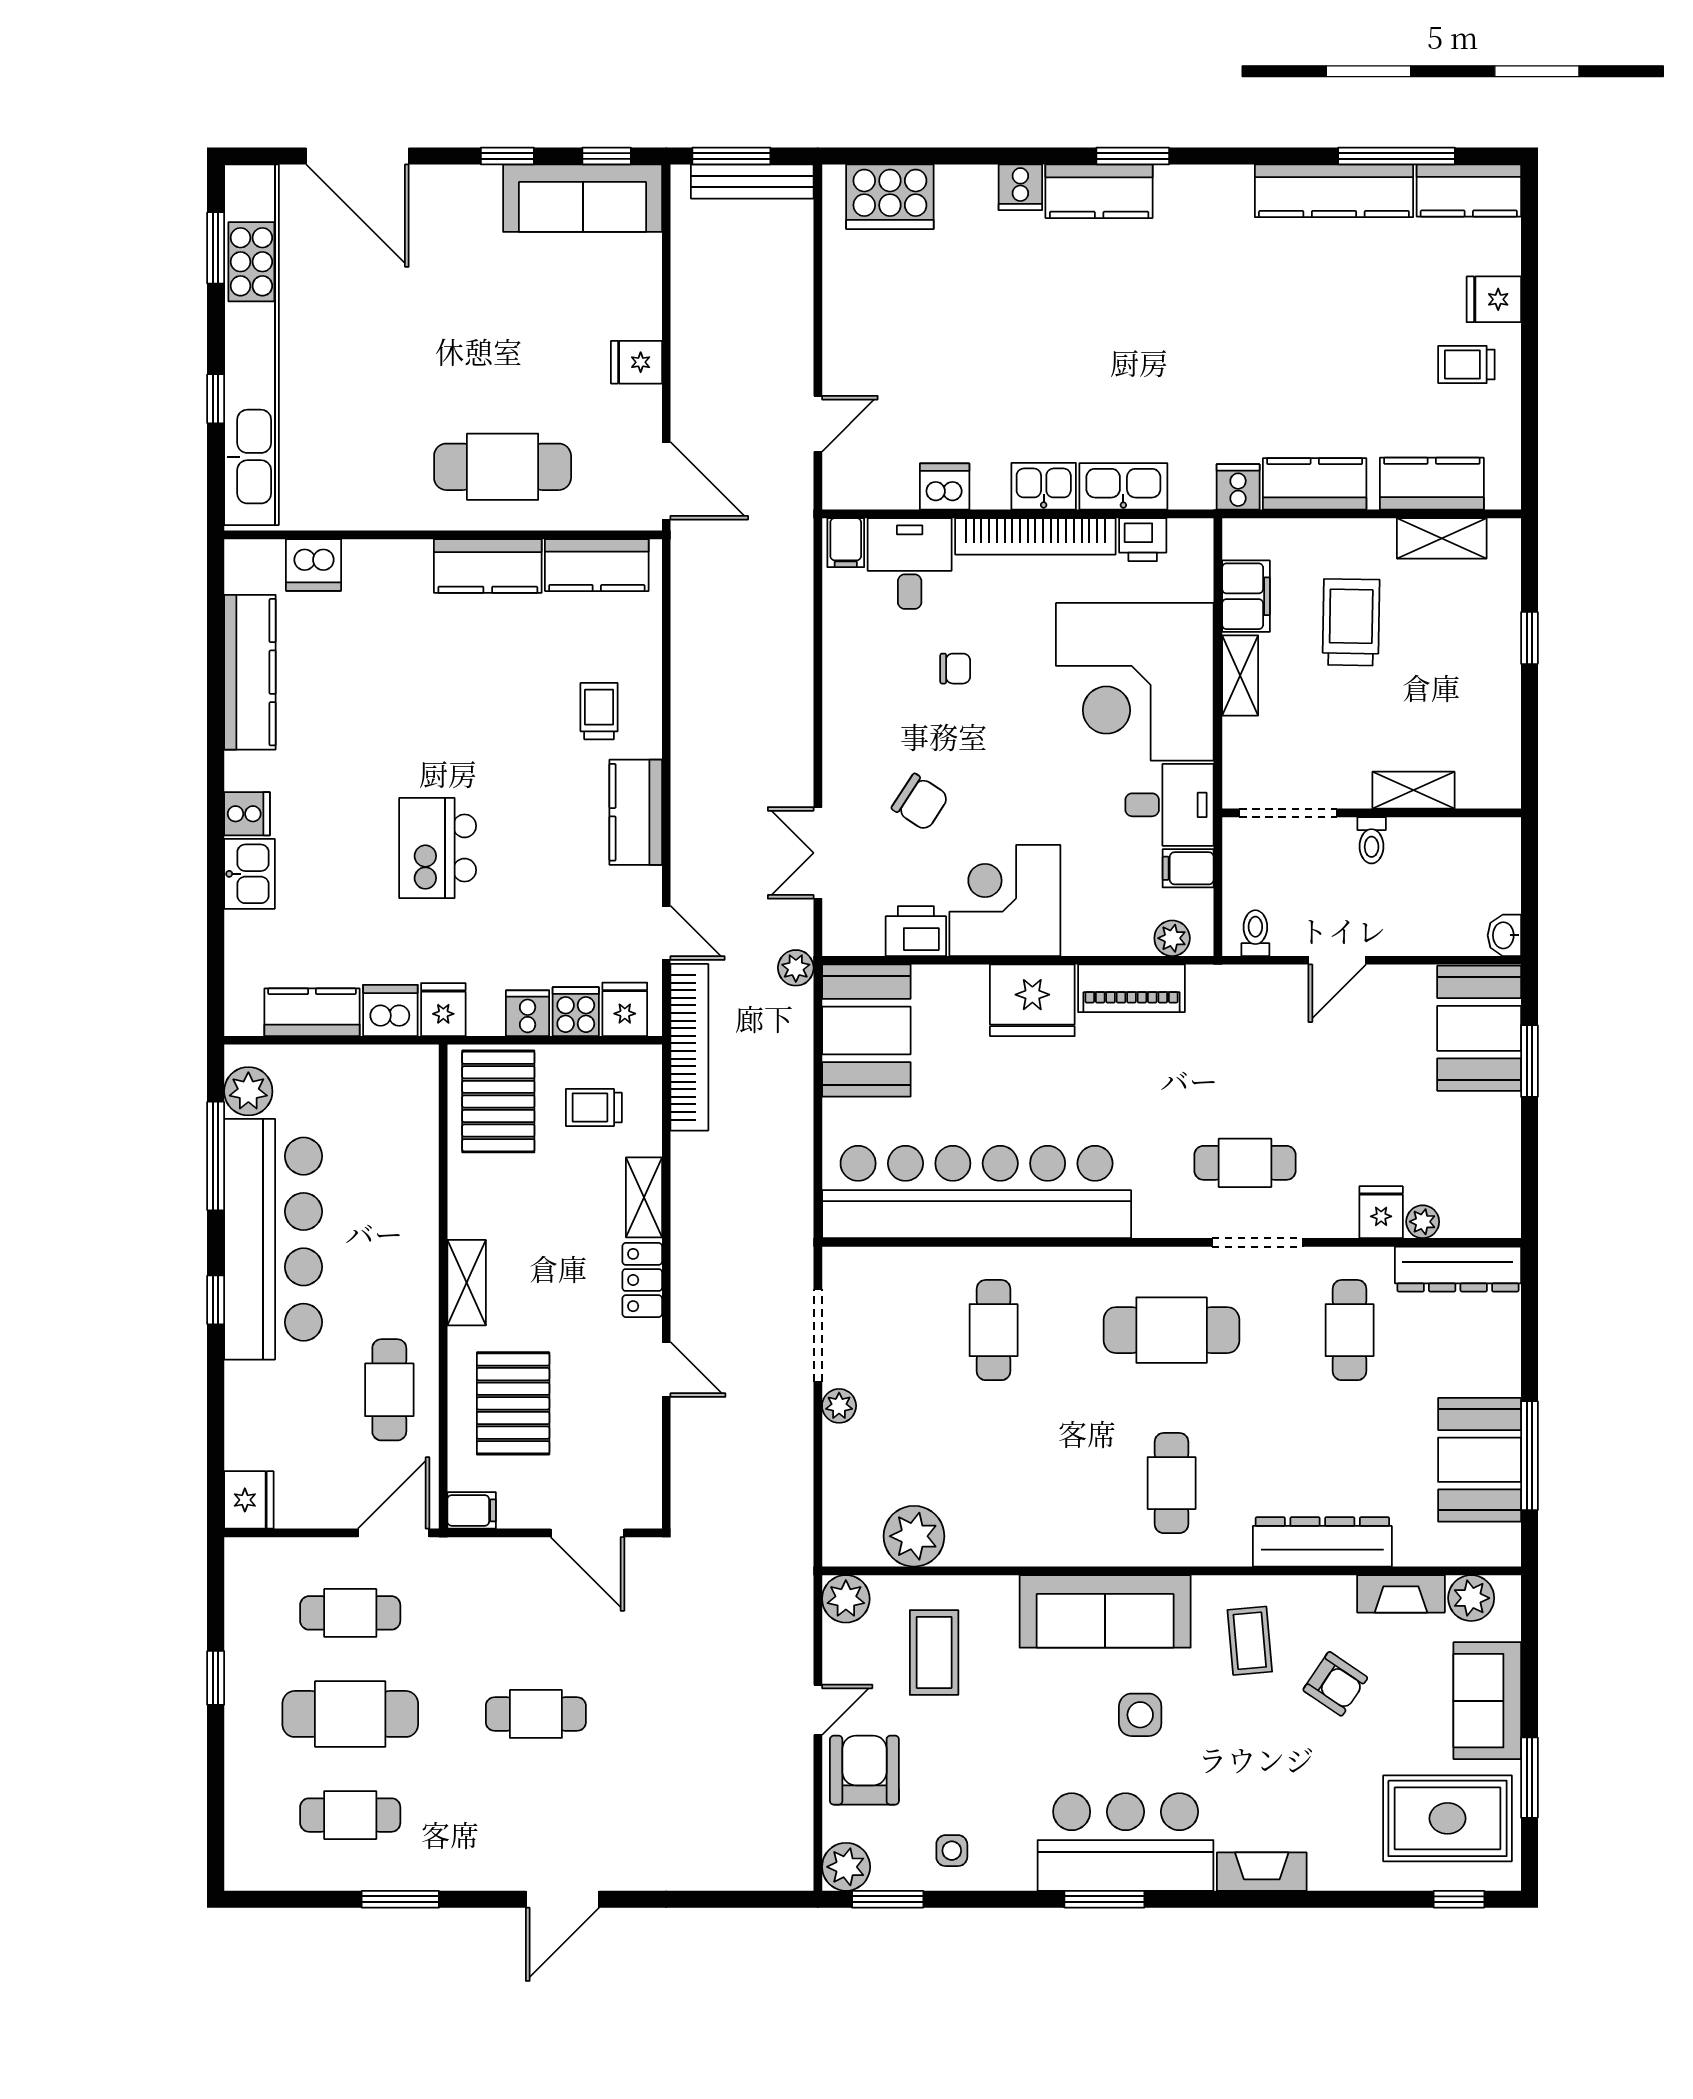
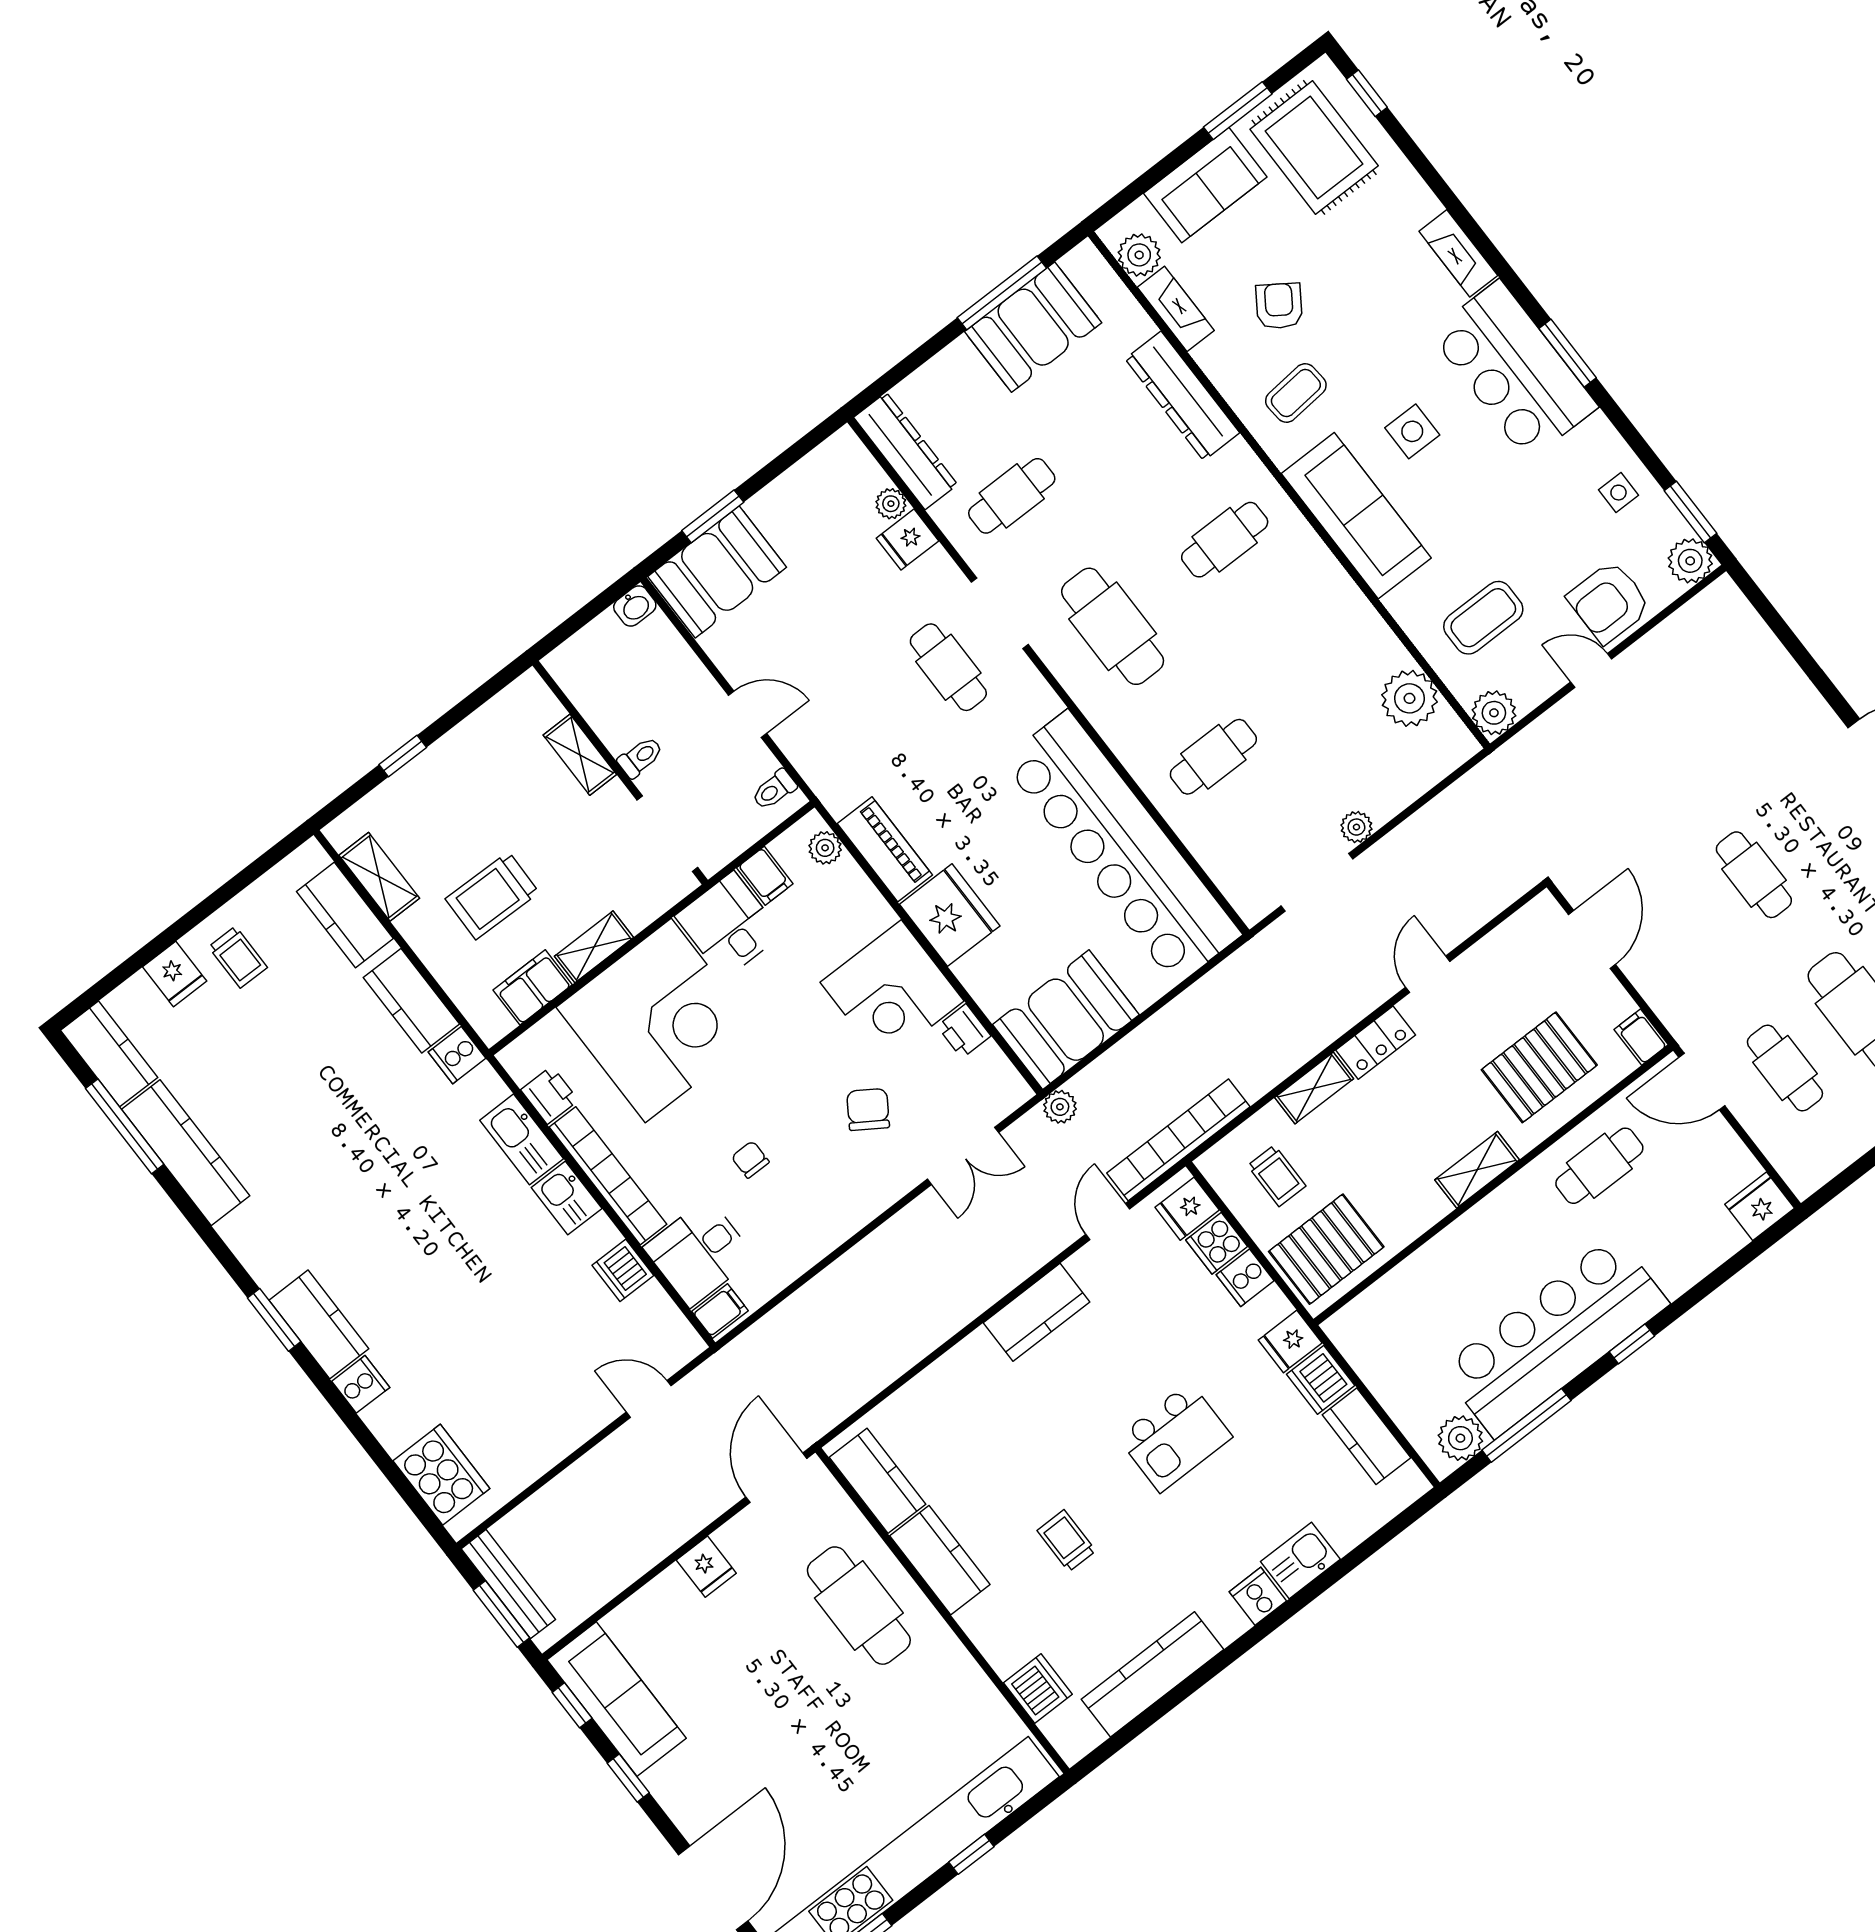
trolley: (599, 711) -> (1066, 1541), moved, turned 90
printer: (916, 931) -> (964, 1031), width x0.73, depth x0.81

